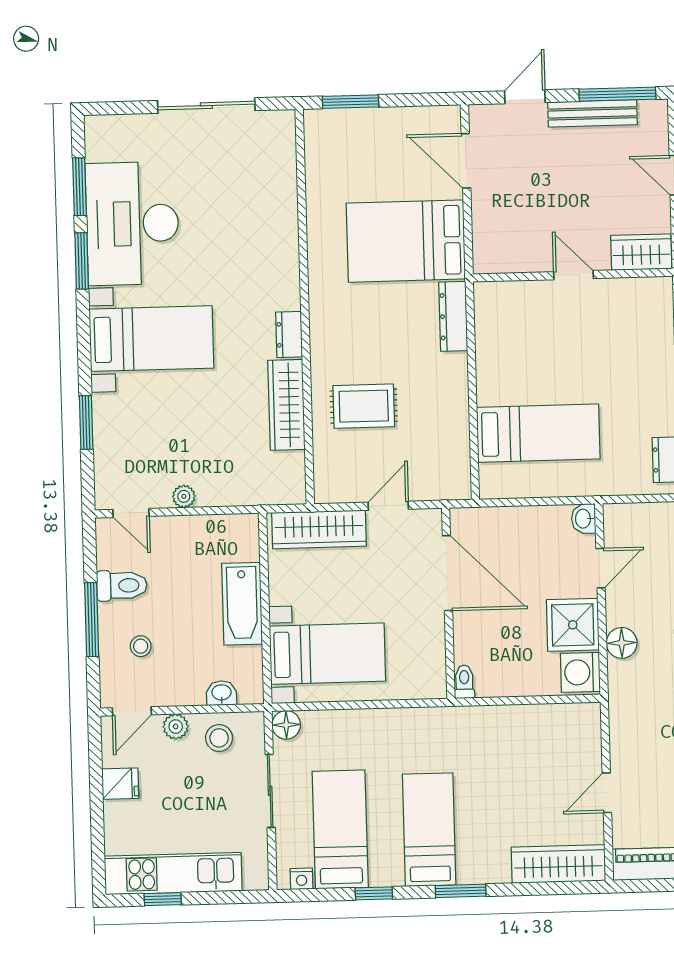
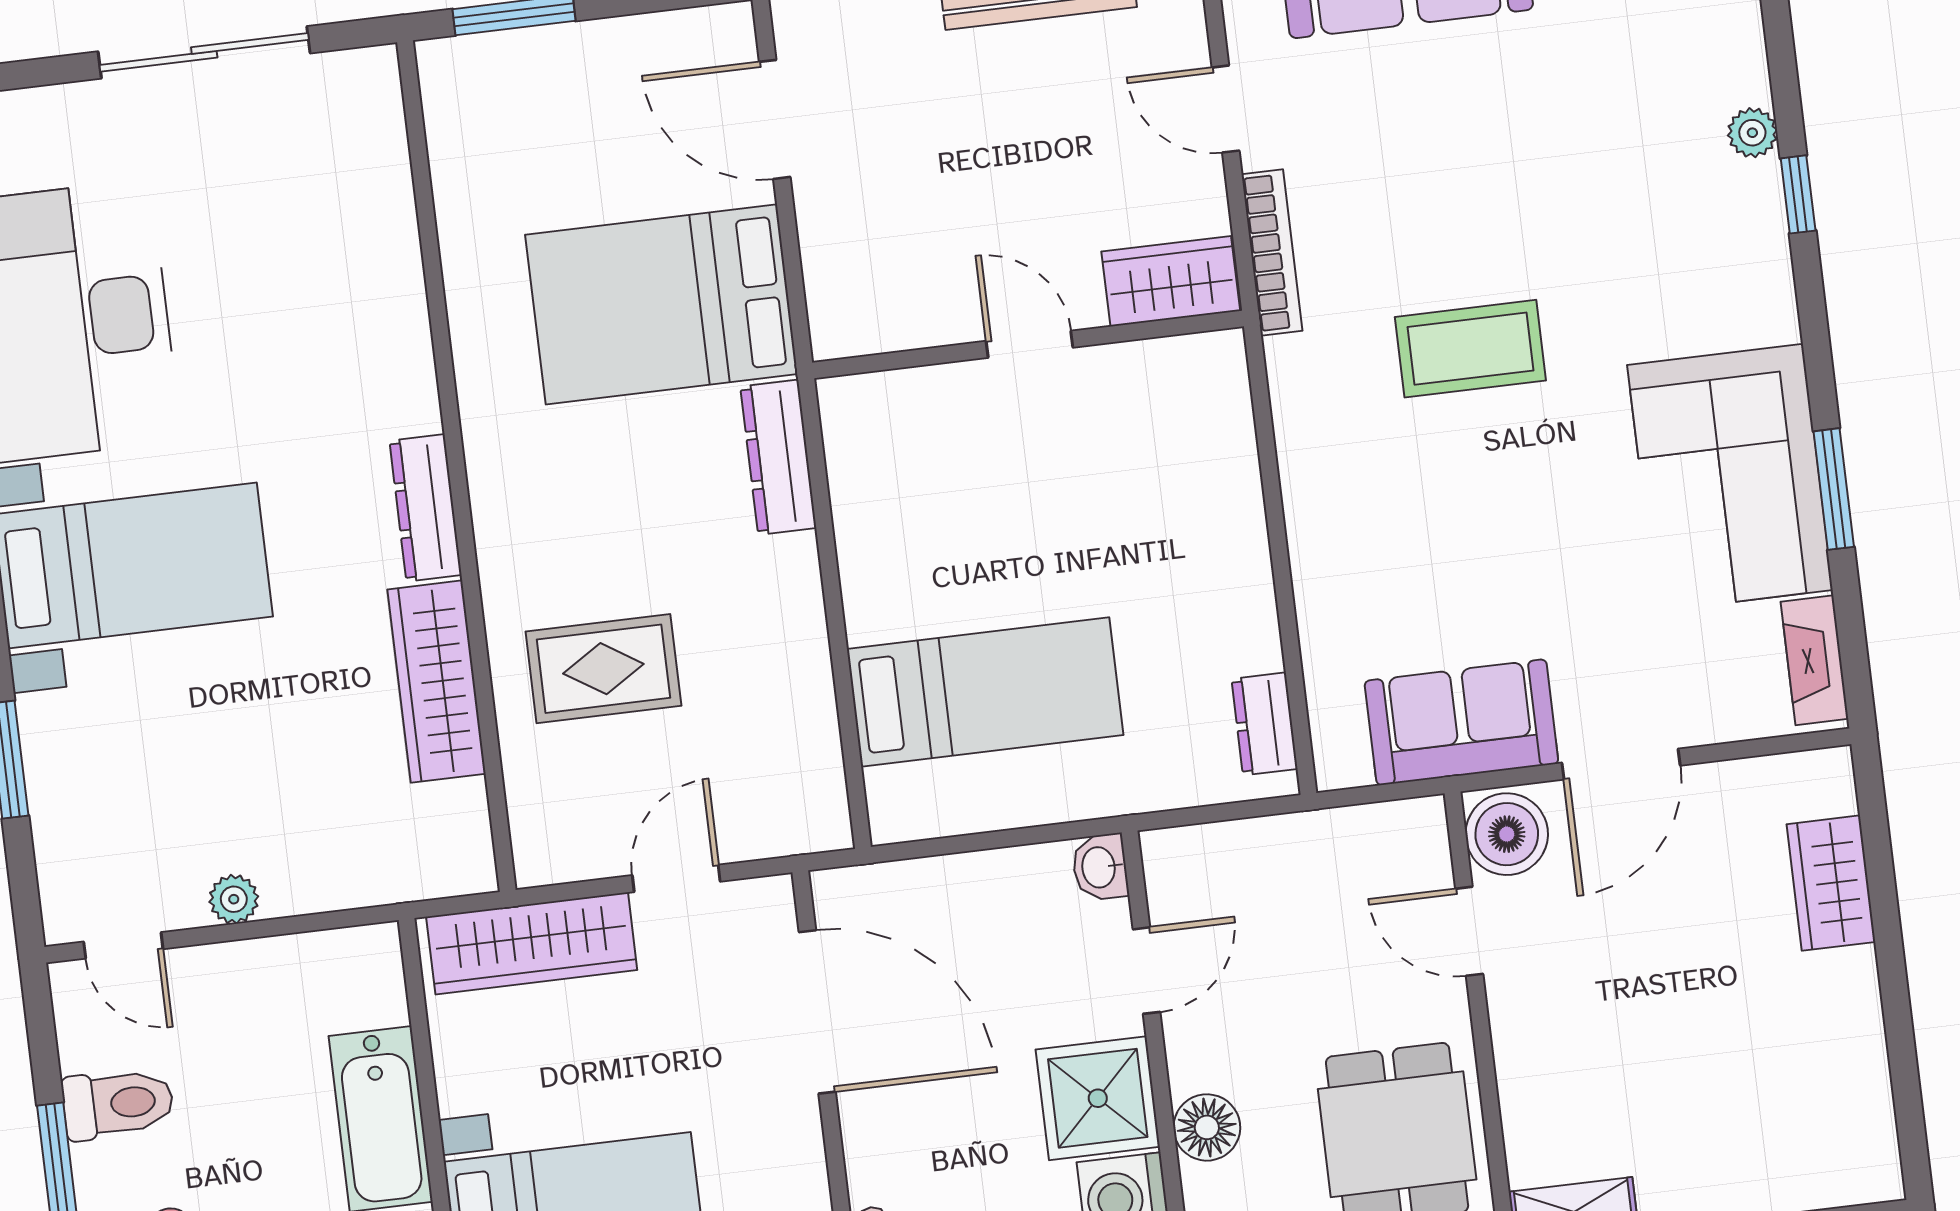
dresser: (289, 335) -> (426, 508), width x1.44

